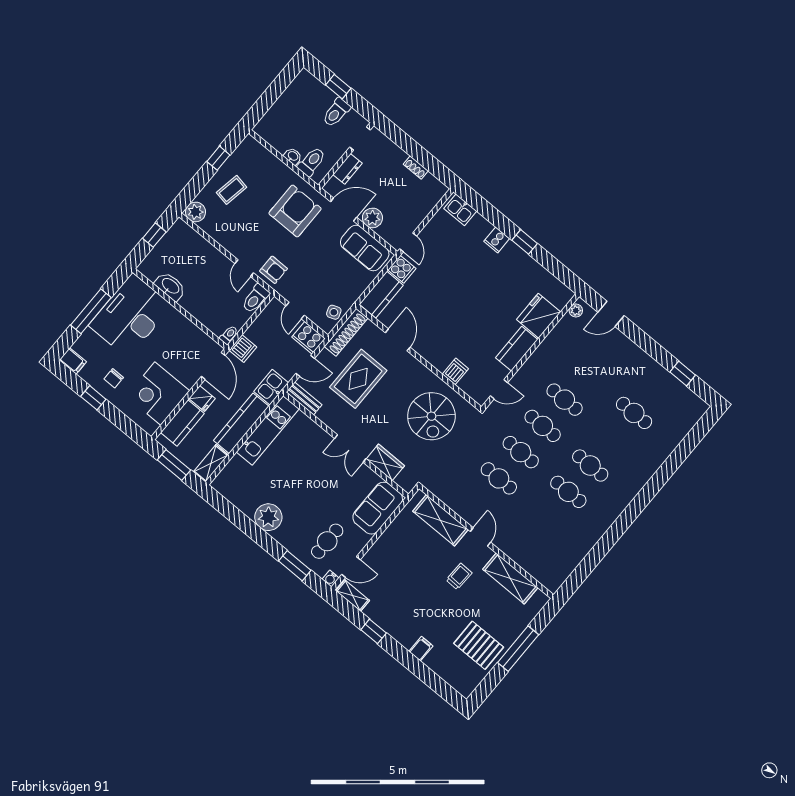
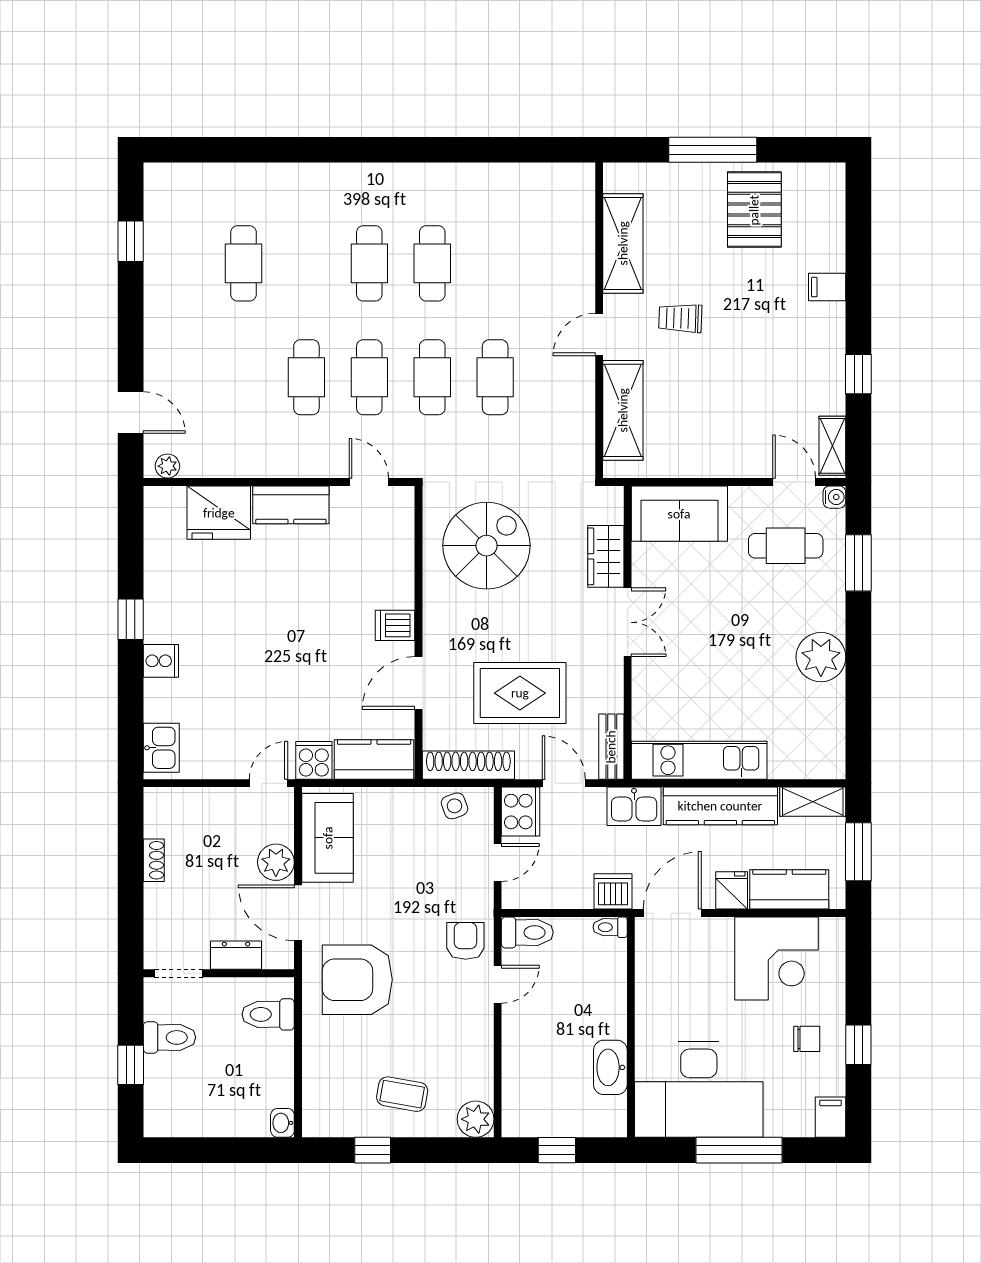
washbasin: (293, 156) -> (282, 1123), moved
dishwasher: (455, 371) -> (395, 625), moved

